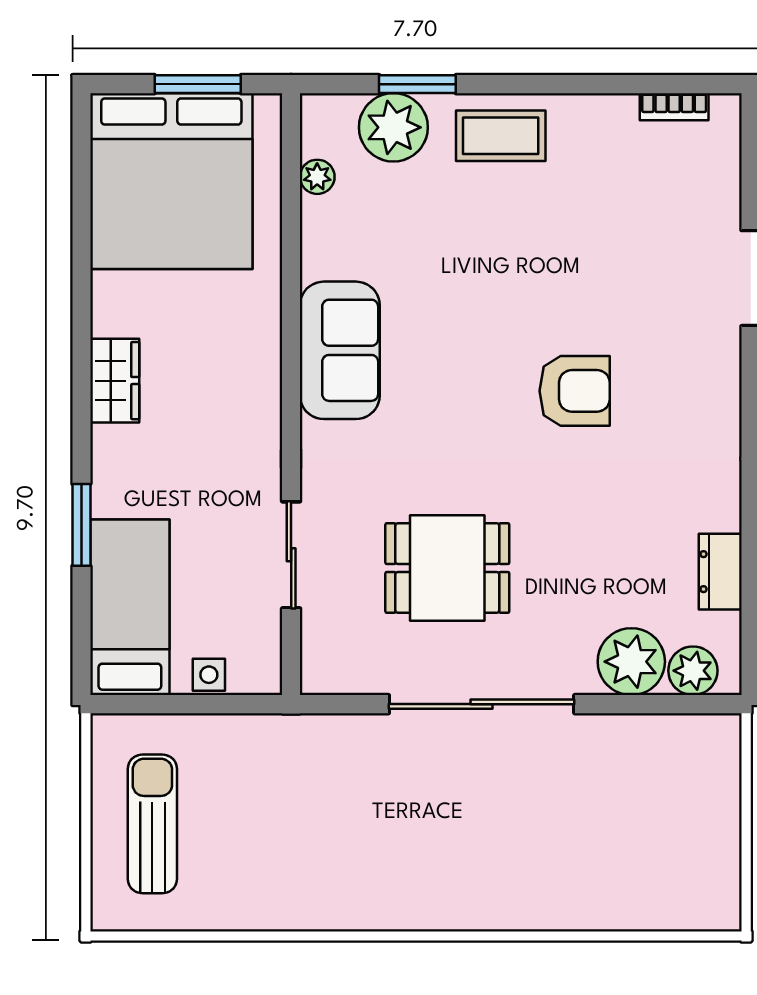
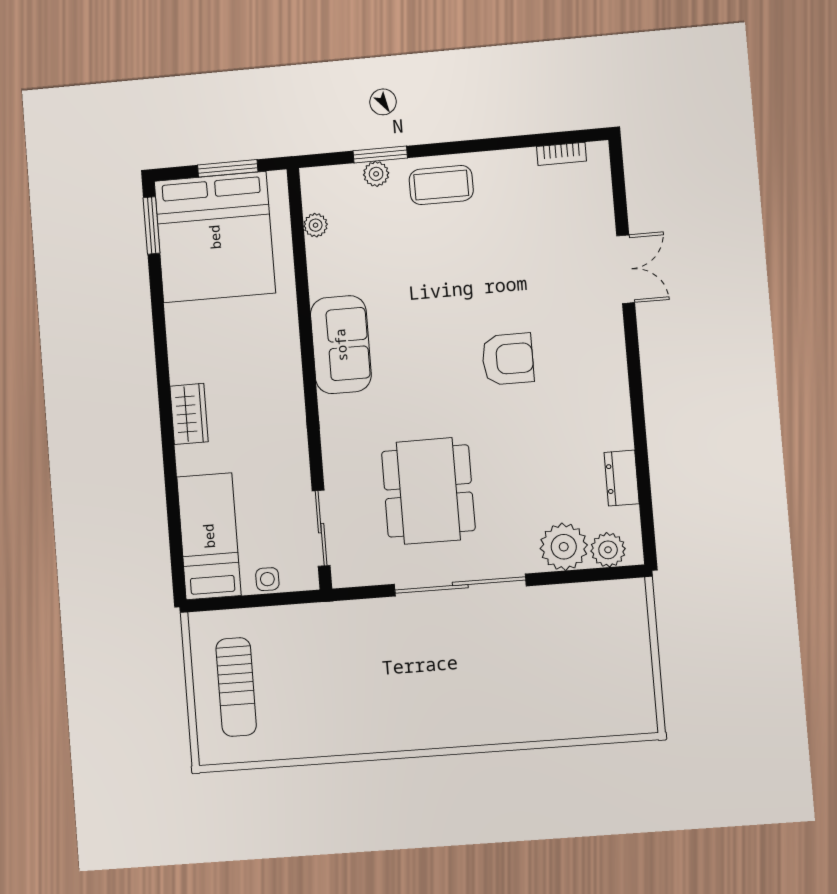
plant: (393, 127) -> (376, 174), width x0.53, depth x0.53
wardrobe: (115, 381) -> (189, 414), moved
window: (81, 525) -> (151, 225), moved
sliding door: (291, 555) -> (321, 528), moved
dining table: (447, 568) -> (428, 491), width x1.37
sun lounger: (152, 824) -> (236, 687), turned 180

